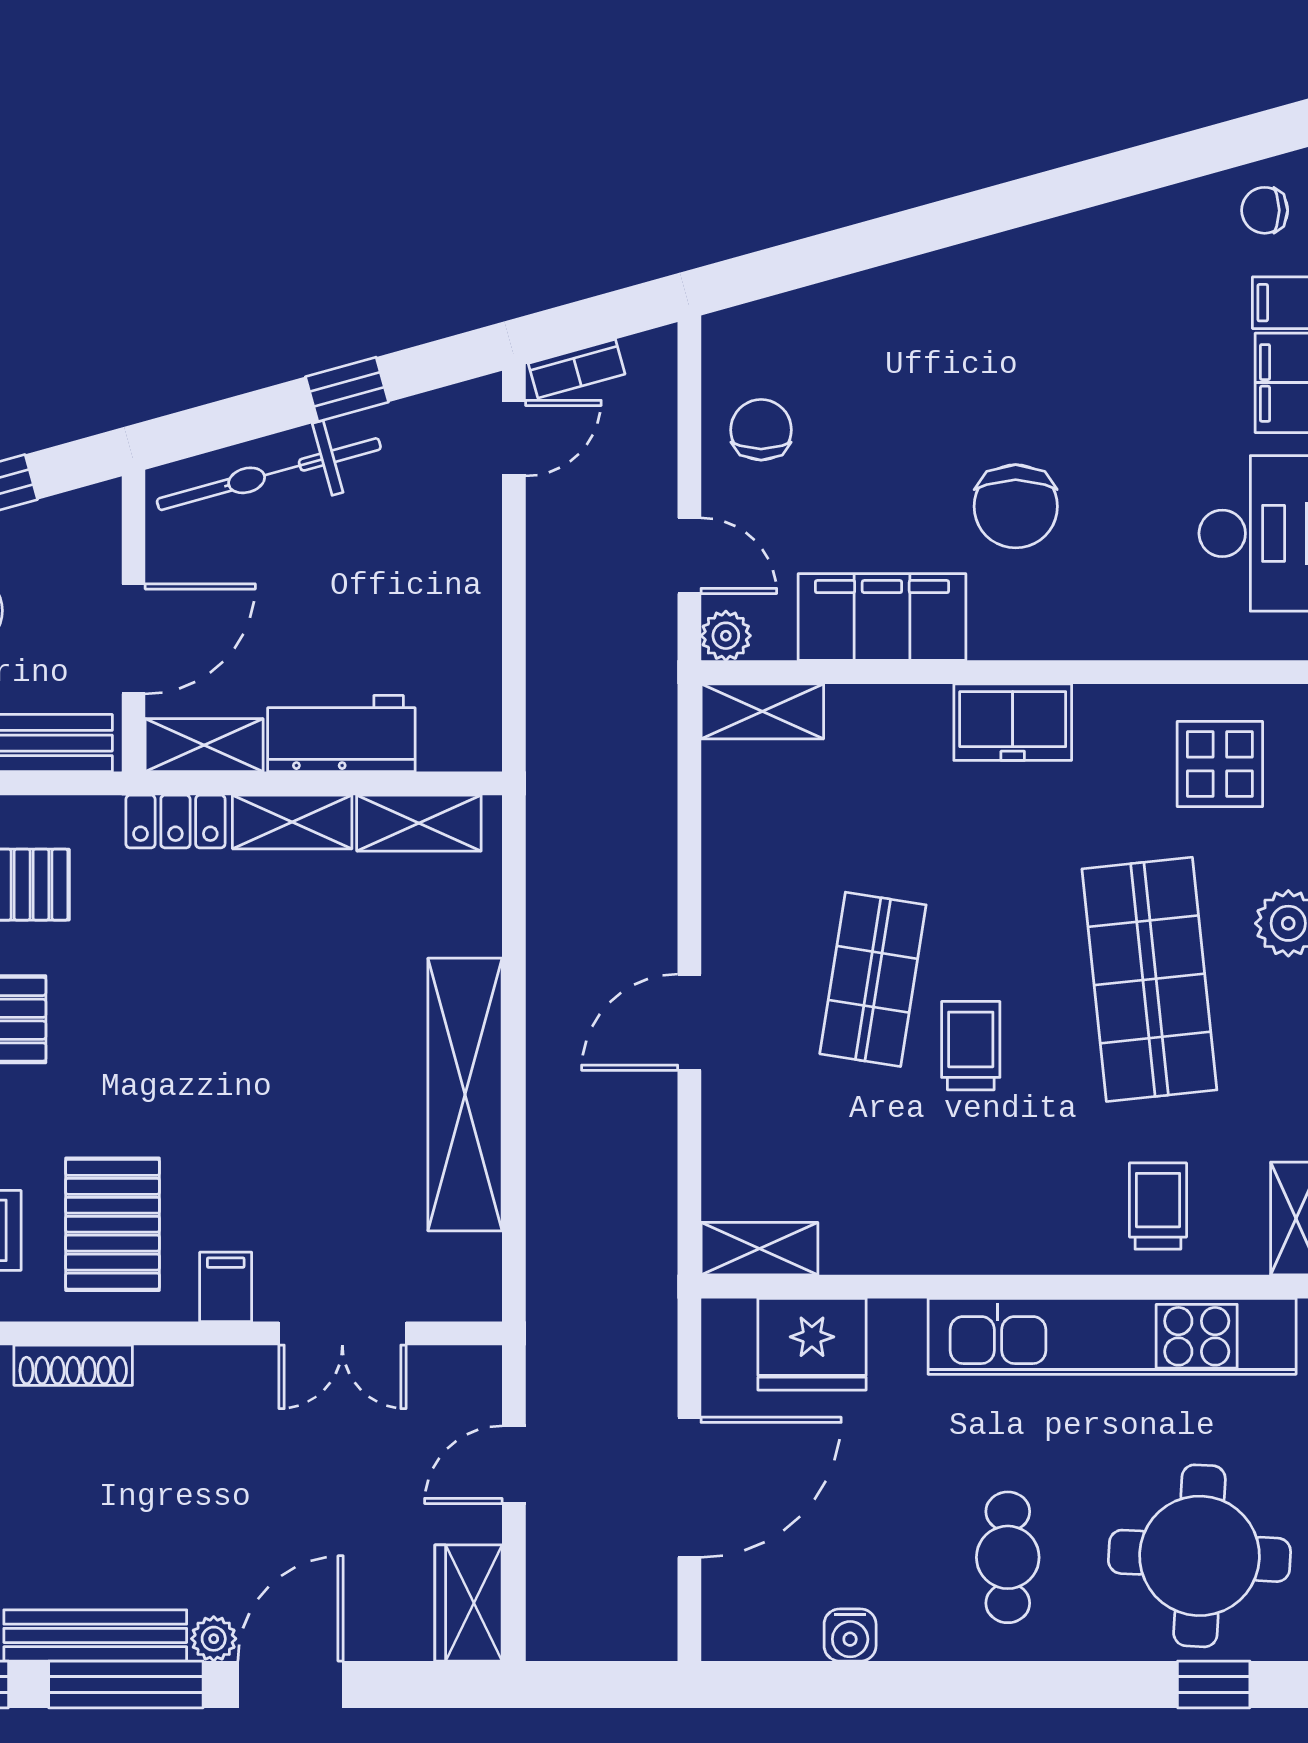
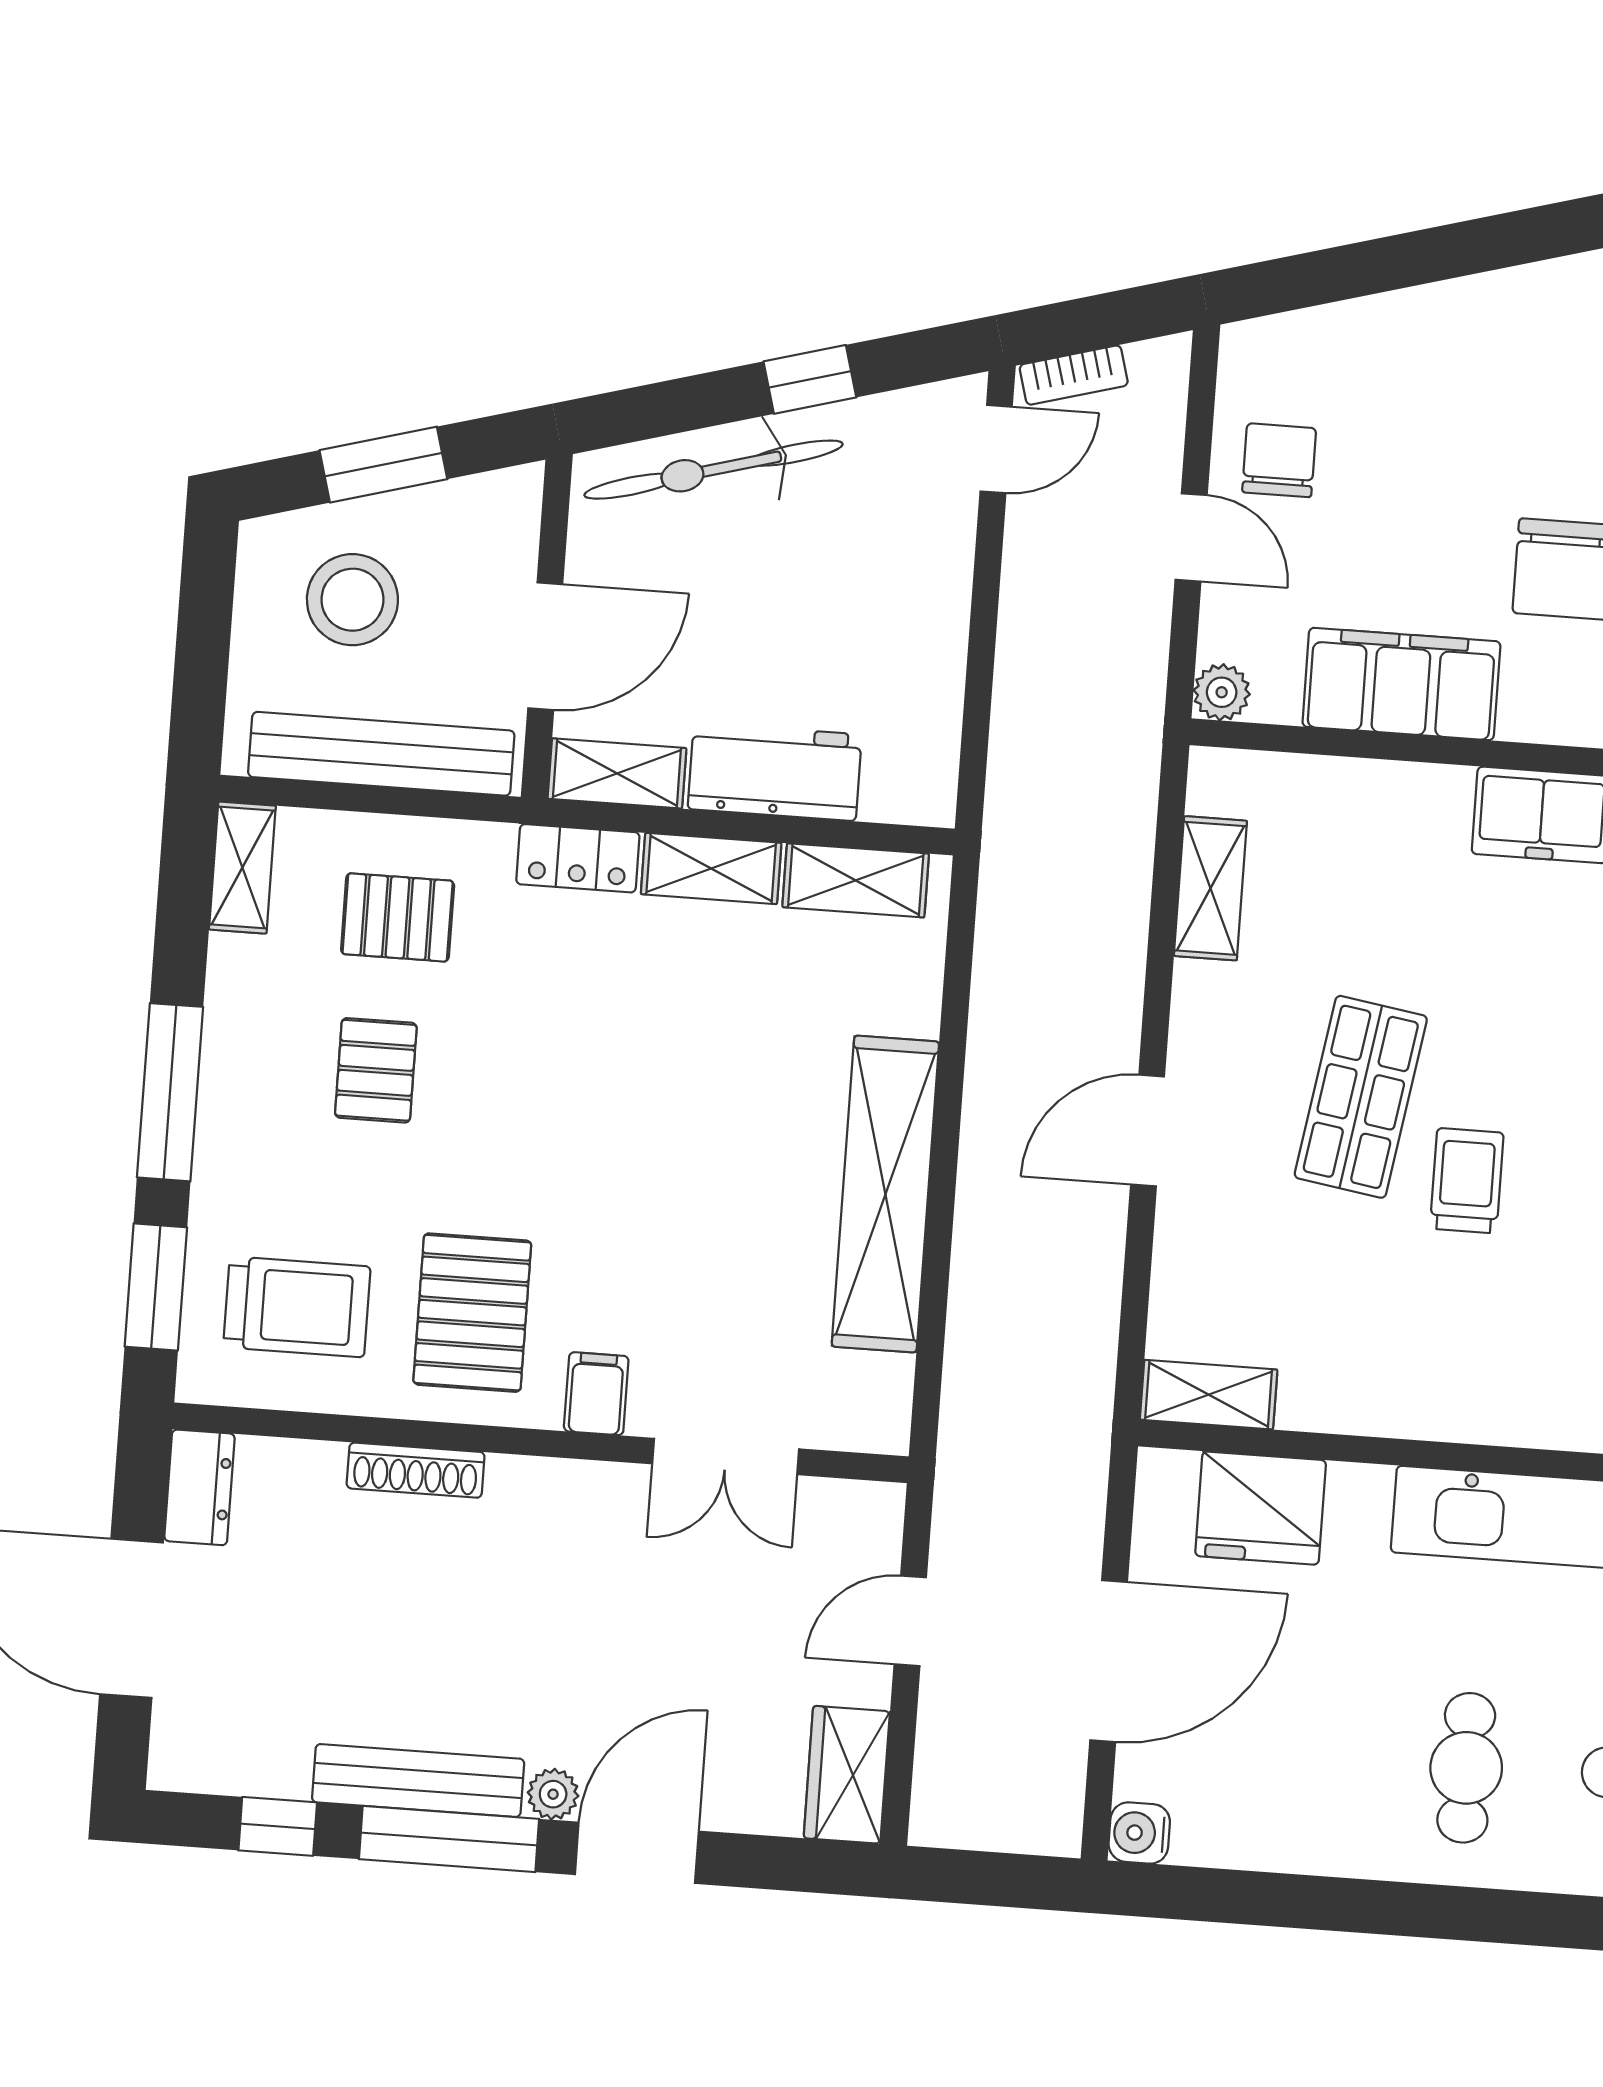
door: (689, 556) -> (1191, 537), moved
shelving: (762, 711) -> (1210, 888), moved, turned 90
water cooler: (850, 1635) -> (1139, 1833), moved, turned 90

